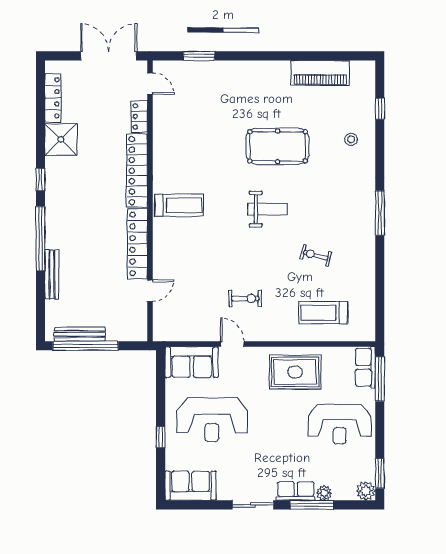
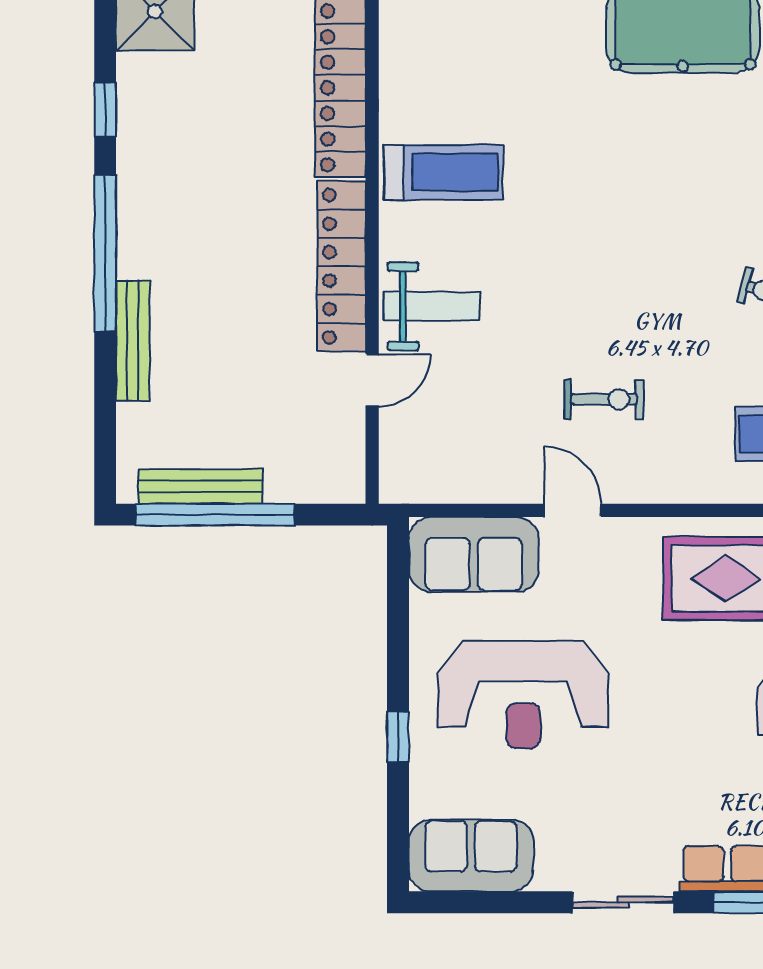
weight bench: (268, 209) -> (432, 306), moved

